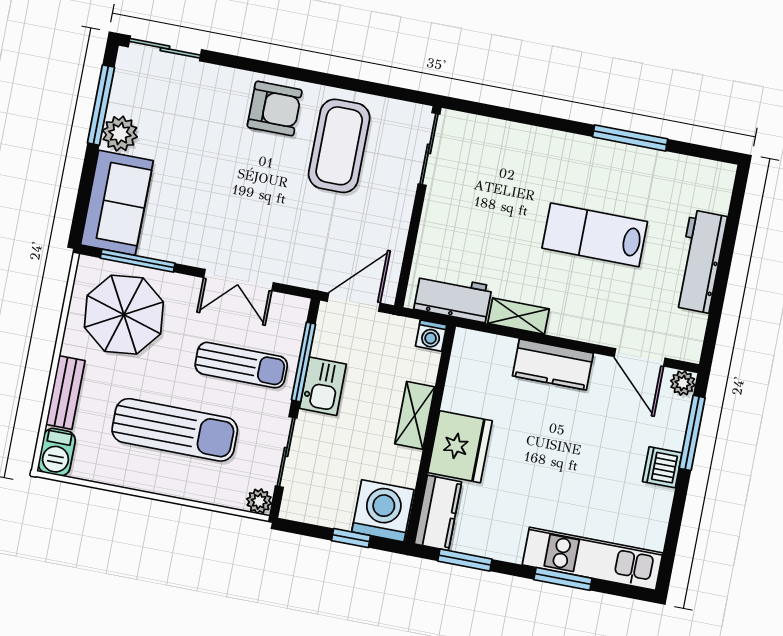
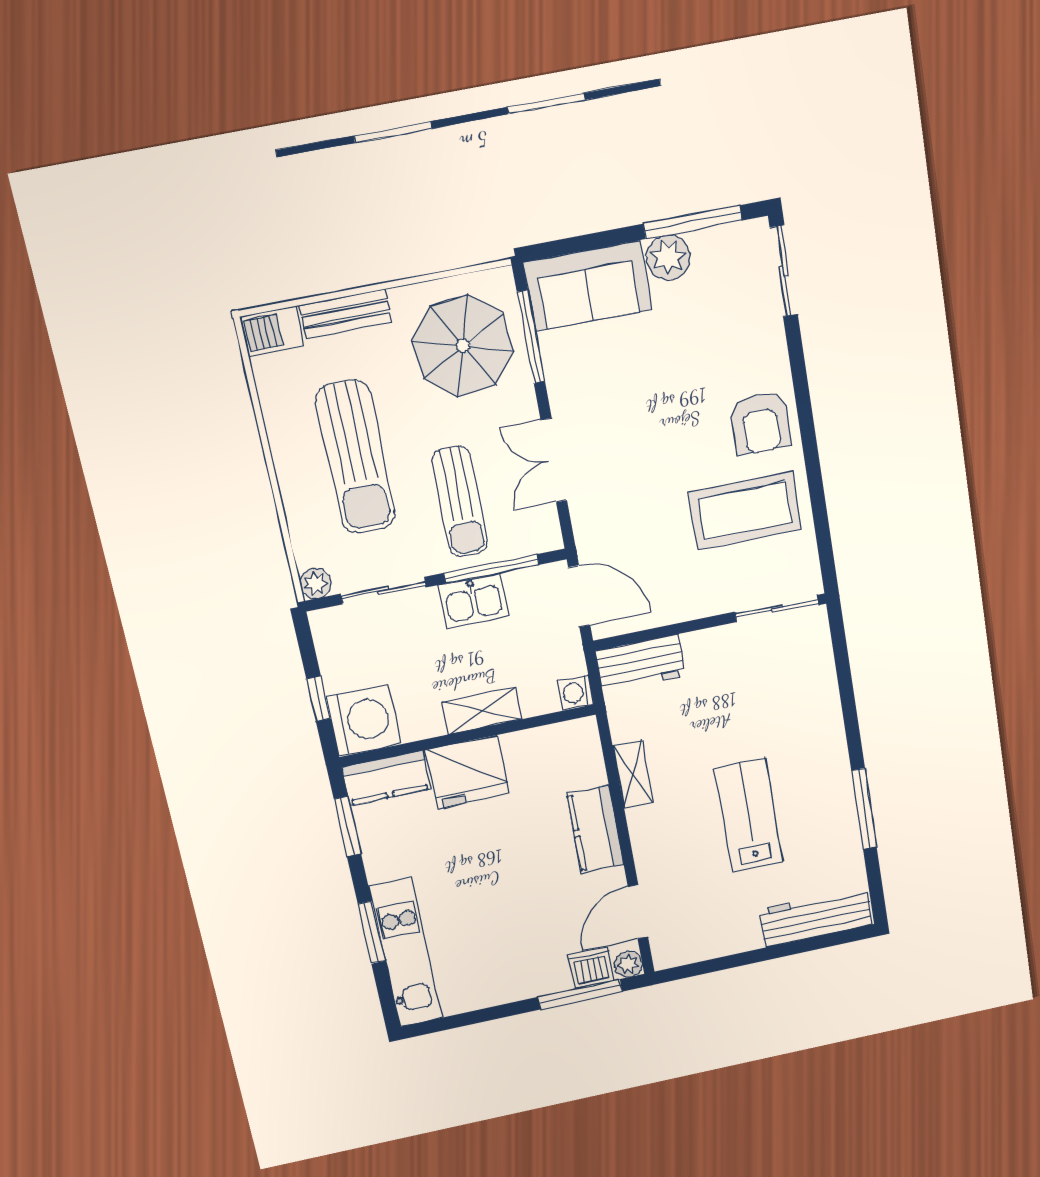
workbench: (700, 261) -> (816, 917), moved
workbench: (453, 298) -> (641, 663), moved, turned 90
dishwasher: (662, 467) -> (591, 968), moved

